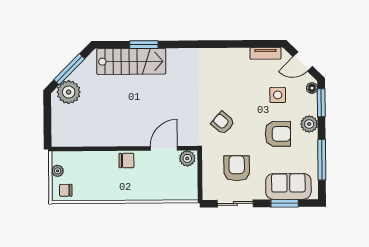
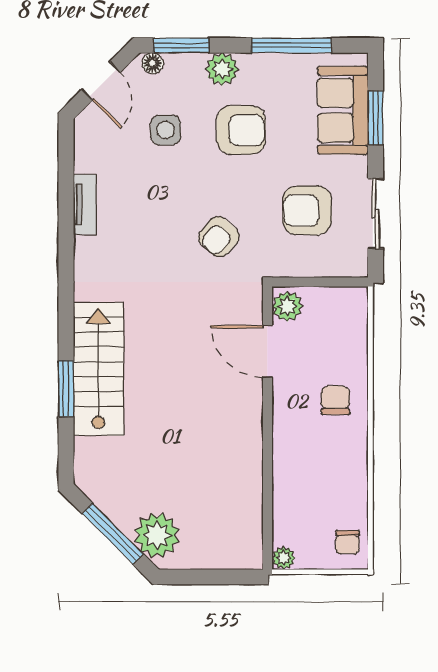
tv unit: (266, 53) -> (85, 204), moved
stairs: (131, 61) -> (98, 369), moved
armchair: (278, 134) -> (241, 130), turned 90
chair: (126, 161) -> (335, 400), moved
plant: (58, 171) -> (284, 558), moved

